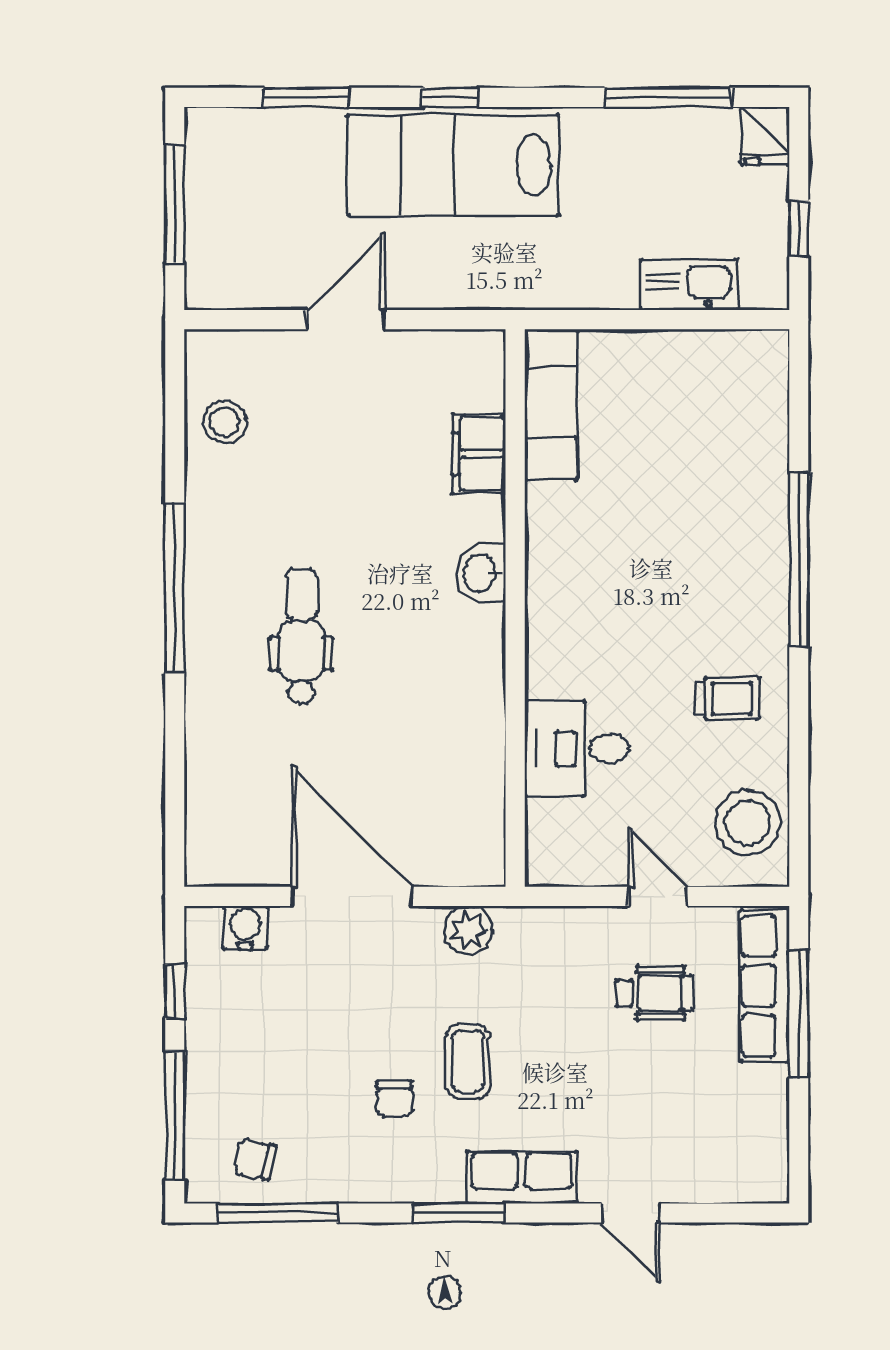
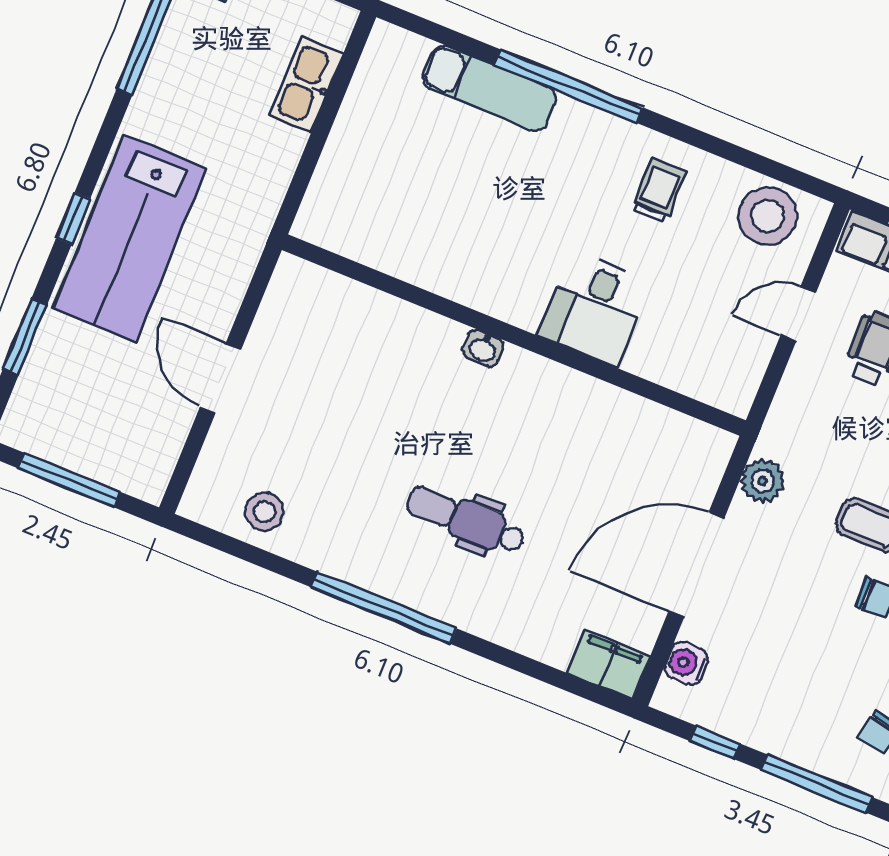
exam couch: (551, 404) -> (489, 88), moved, turned 180
filing cabinet: (479, 454) -> (608, 664), moved, turned 180
washbasin: (481, 573) -> (483, 348), width x0.72, depth x0.69
desk: (577, 749) -> (595, 309), moved

